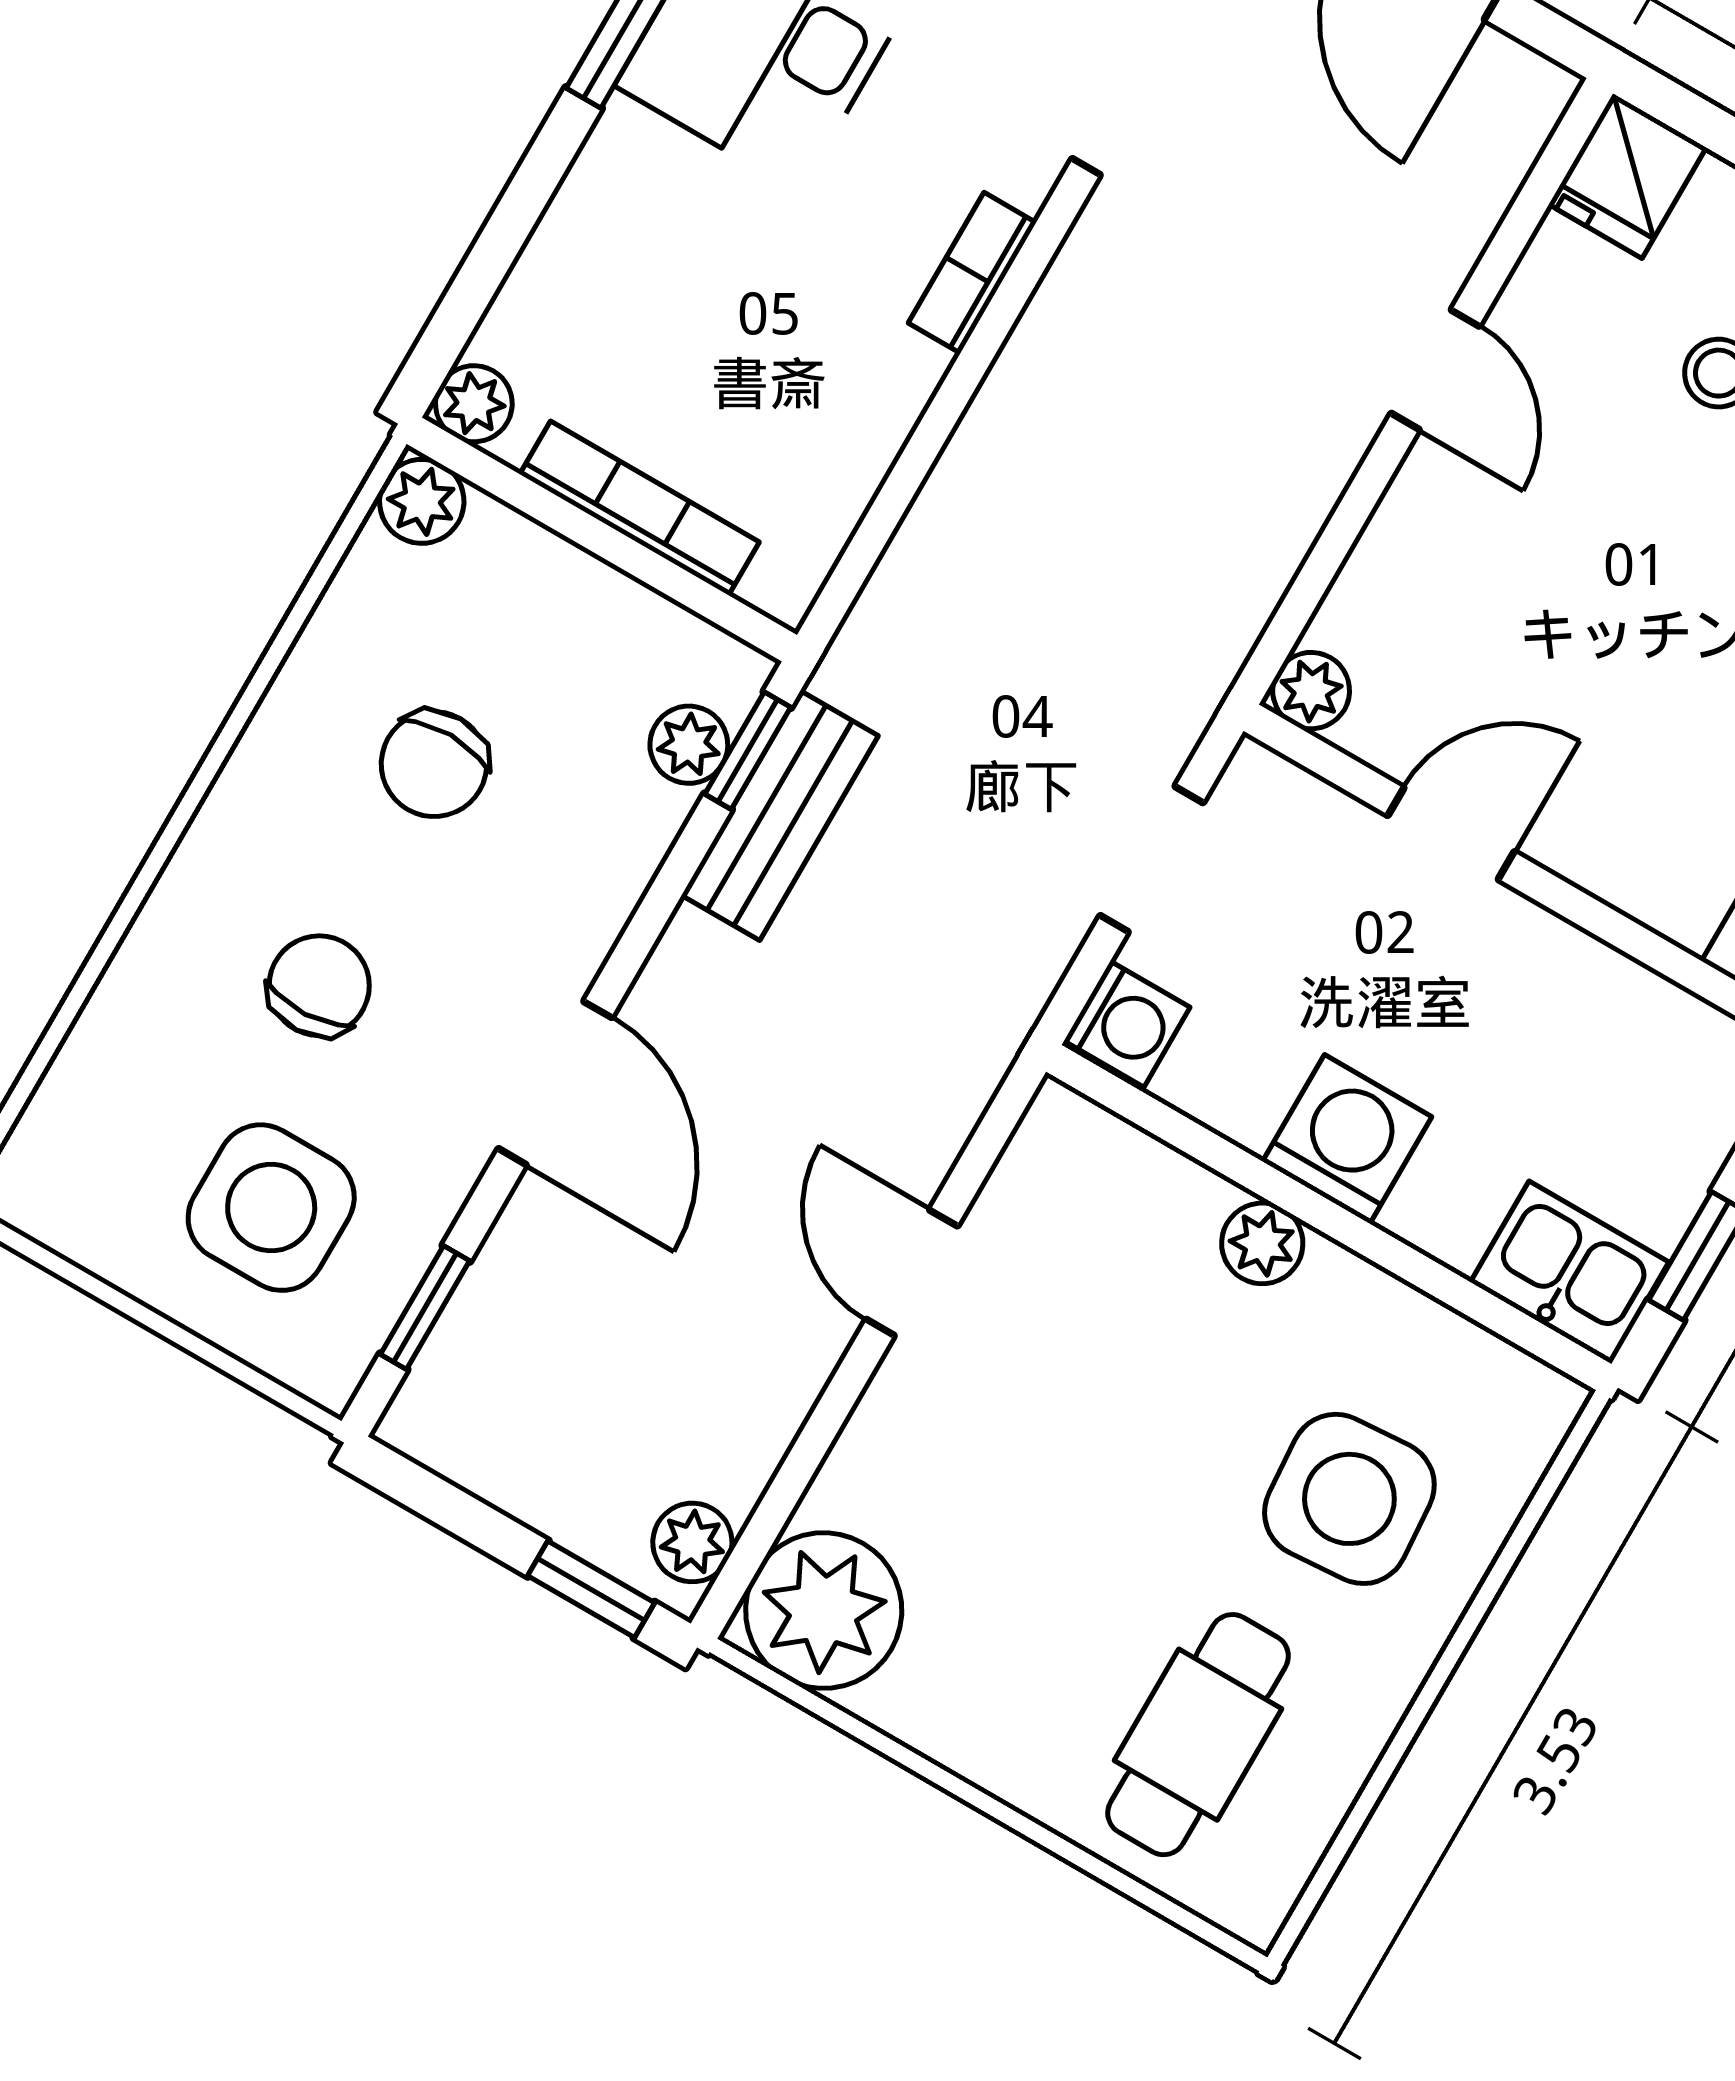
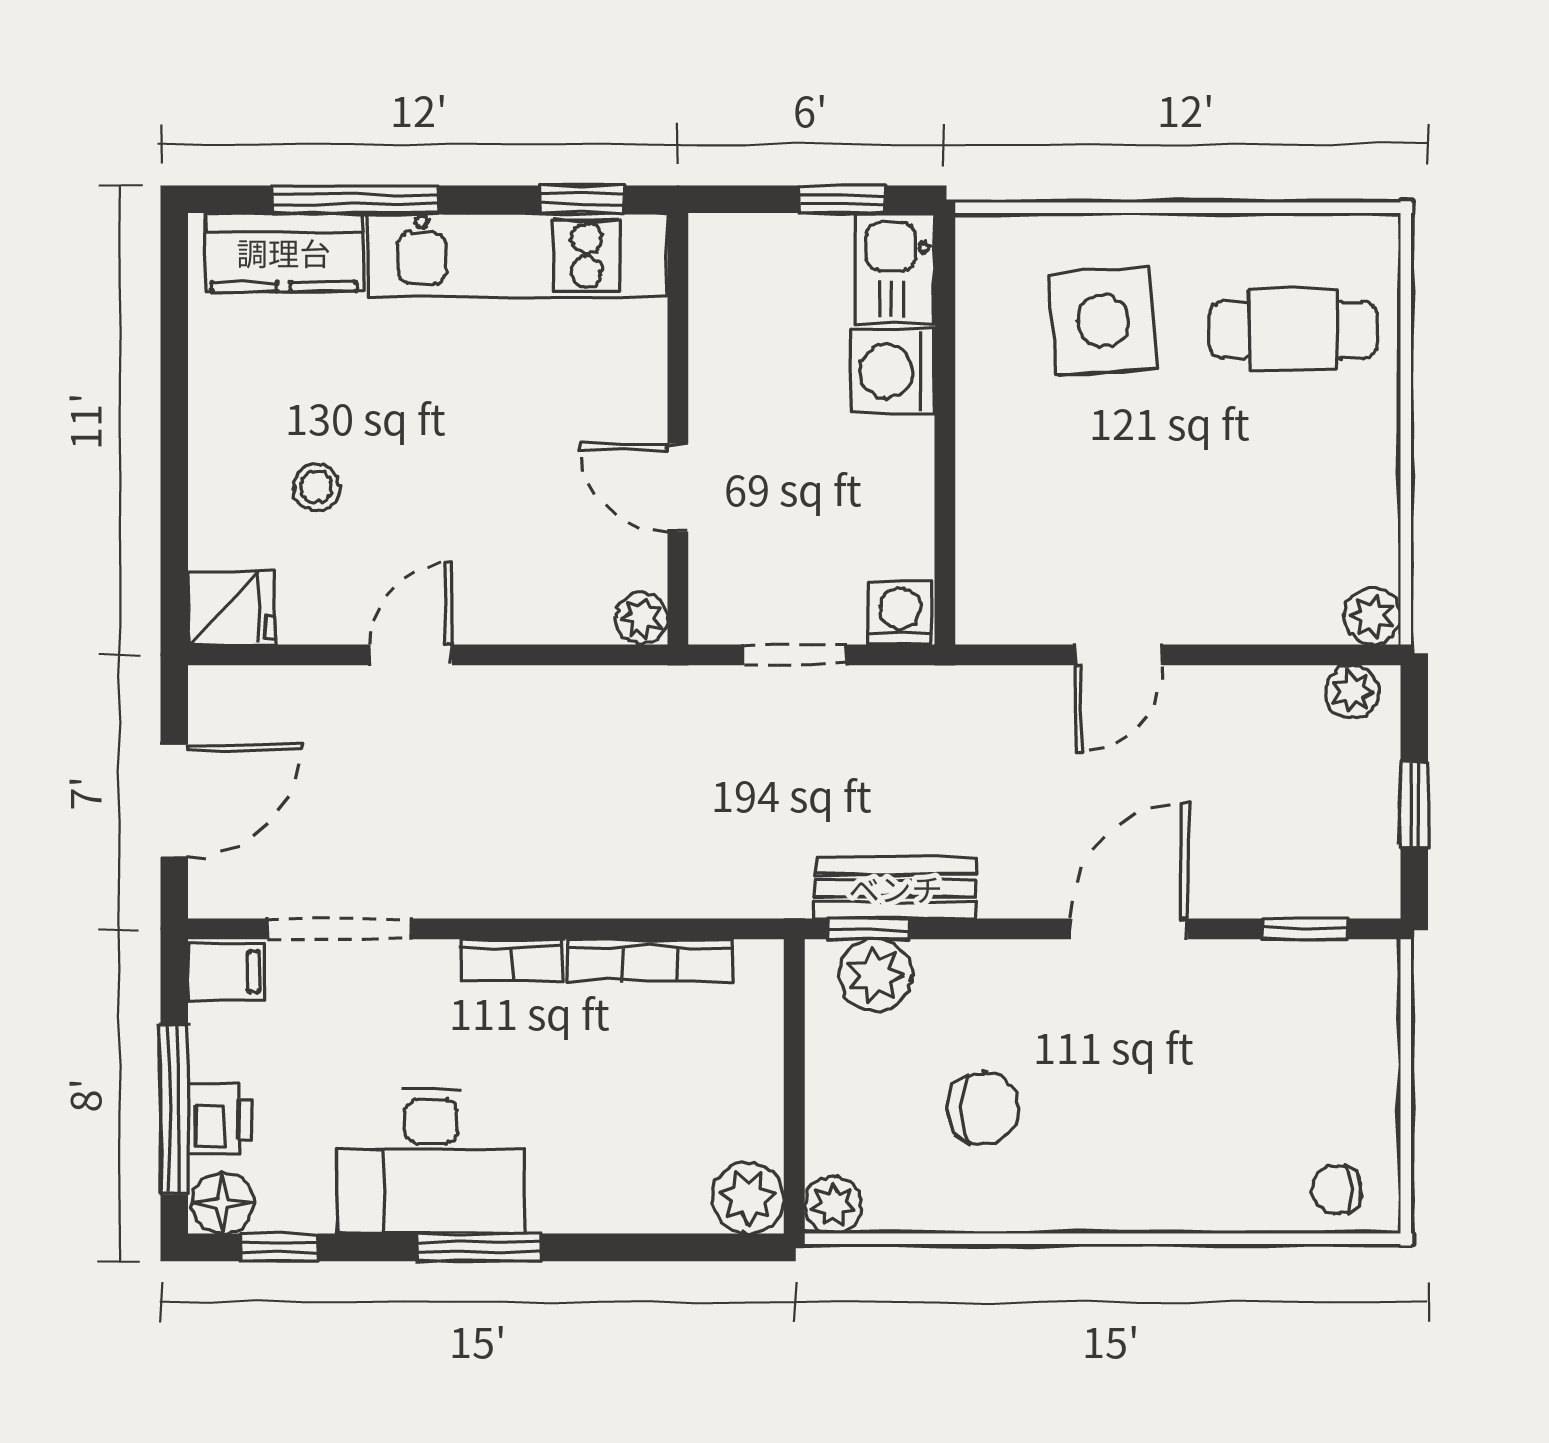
plant: (474, 404) -> (748, 1198), width x1.38, depth x1.38
bookcase: (639, 508) -> (650, 960), moved, turned -90
plant: (689, 745) -> (875, 975), width x1.38, depth x1.38
chair: (319, 986) -> (1337, 1189), moved, width x0.73, depth x0.73
washing machine: (1347, 1139) -> (893, 371), moved
side table: (271, 1208) -> (1299, 1053), removed
plant: (1262, 1243) -> (983, 459), removed
window: (591, 1589) -> (1414, 804), moved
plant: (824, 1611) -> (1372, 616), width x0.53, depth x0.53

